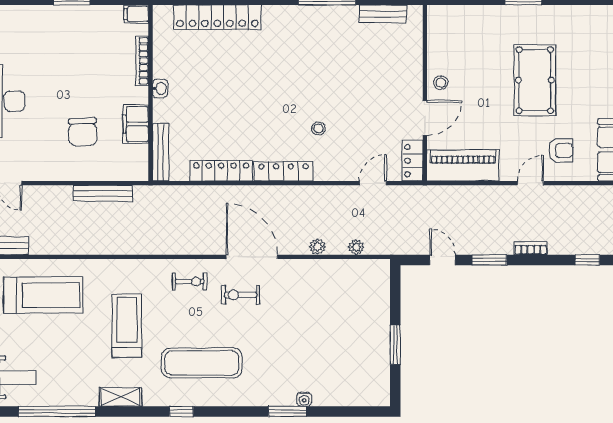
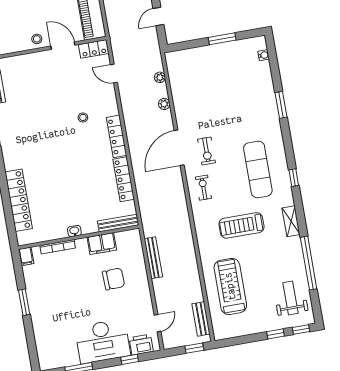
water cooler: (304, 399) -> (264, 55), moved

